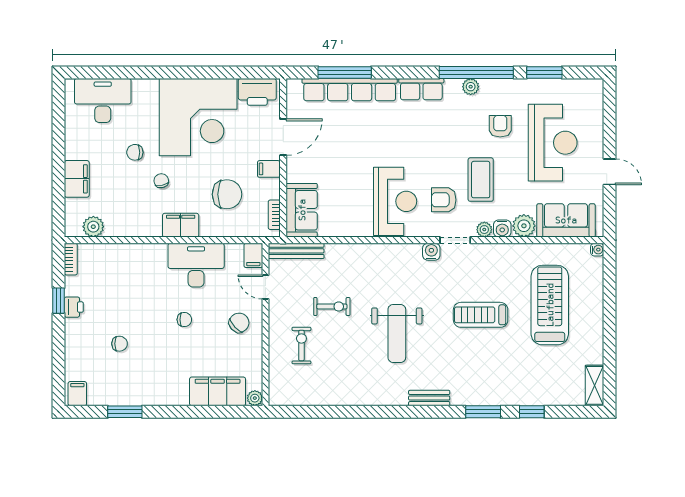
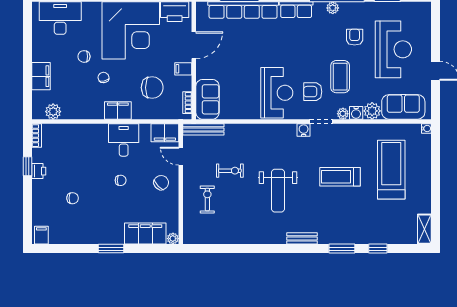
filing cabinet: (253, 255) -> (165, 133), width x2.00
desk: (196, 265) -> (124, 140), width x0.73
window: (125, 412) -> (111, 249), moved

